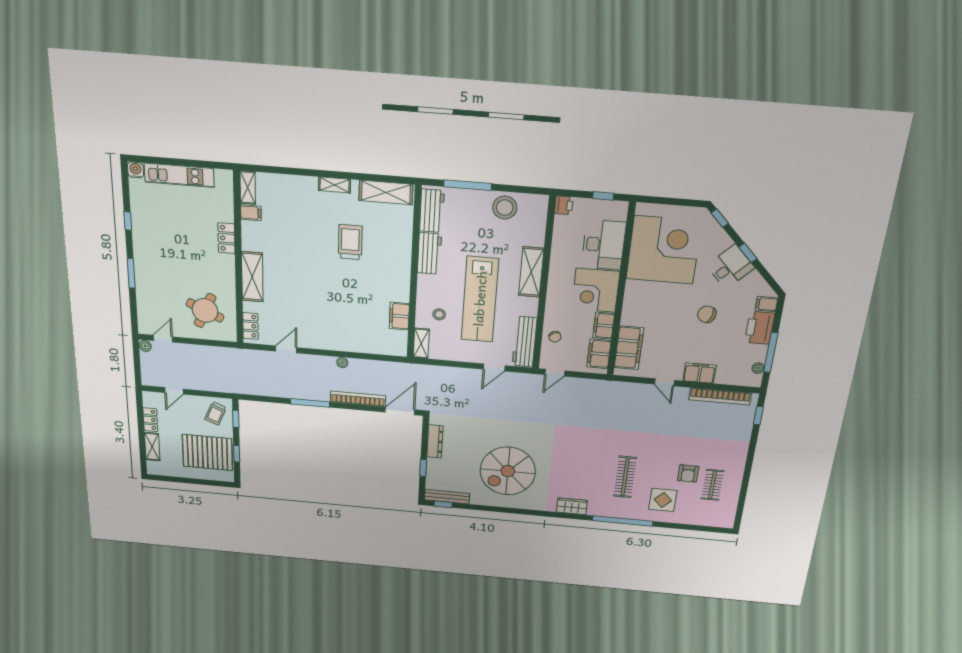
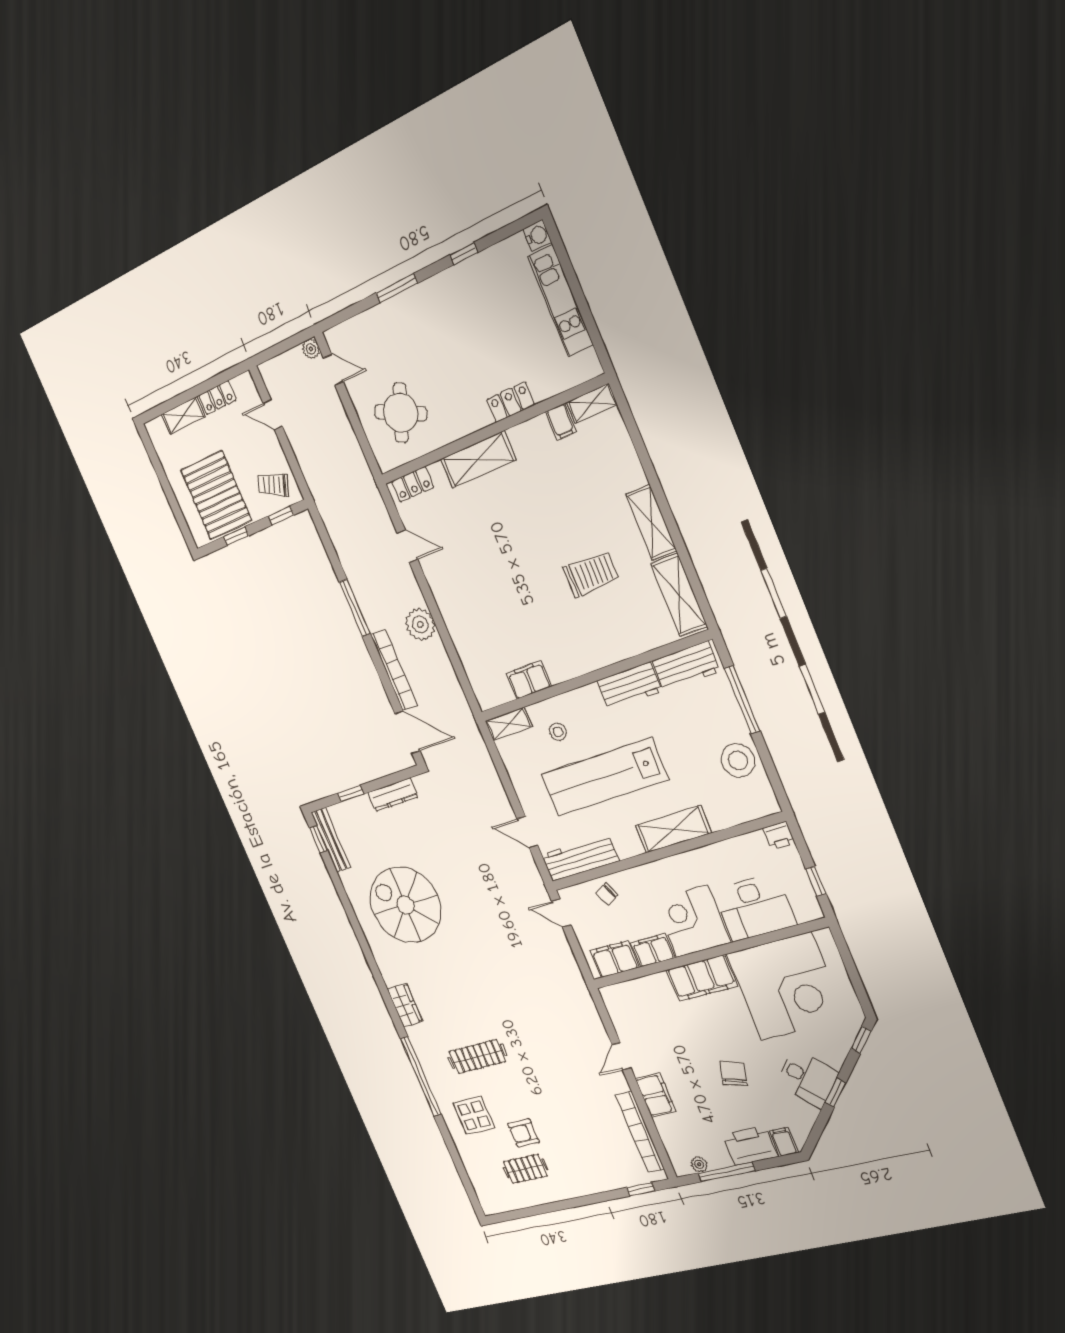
shelving: (334, 185) -> (651, 523), width x1.50, depth x1.33
filing cabinet: (629, 348) -> (702, 978), moved
plant: (342, 363) -> (420, 624), width x1.88, depth x1.88

